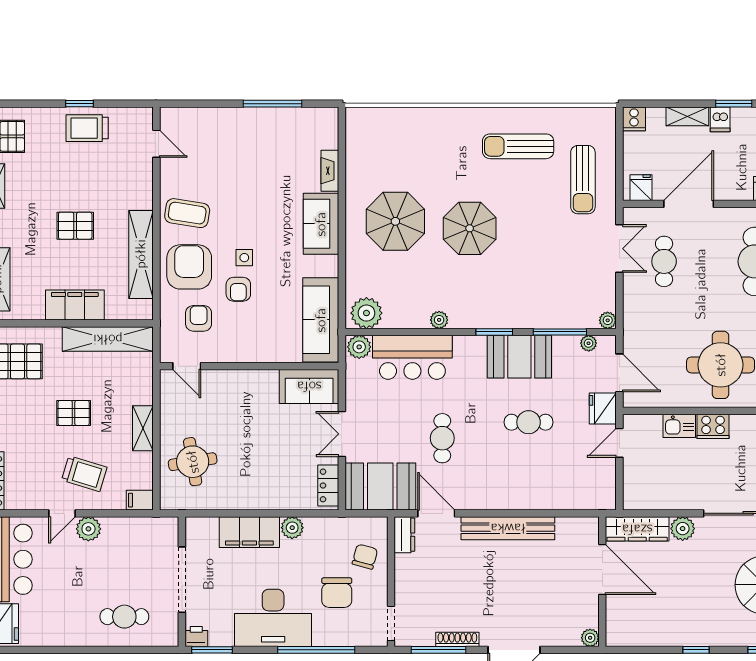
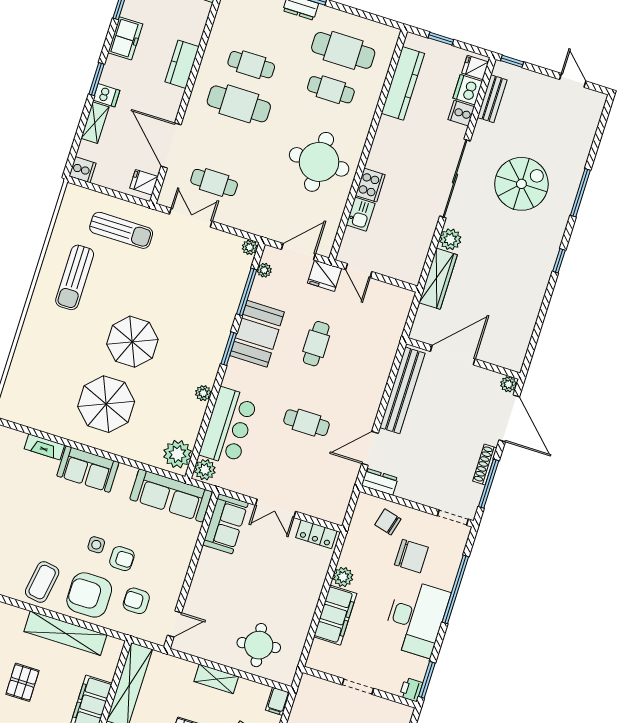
booth: (380, 487) -> (331, 489), removed
door: (602, 569) -> (453, 355), moved
doorway: (182, 580) -> (358, 687), width x0.53
wall: (602, 582) -> (463, 358), moved
plant: (590, 638) -> (508, 384), moved

